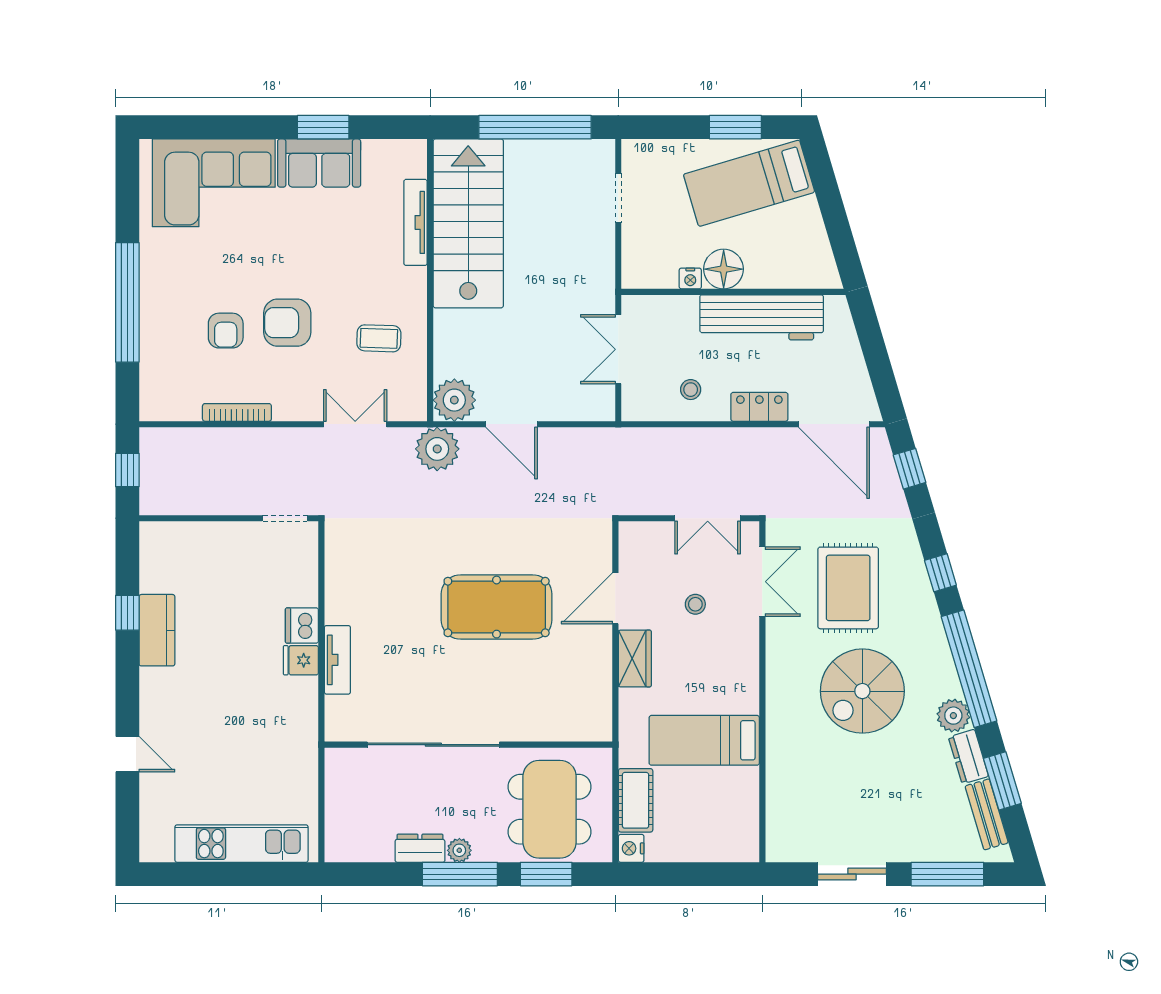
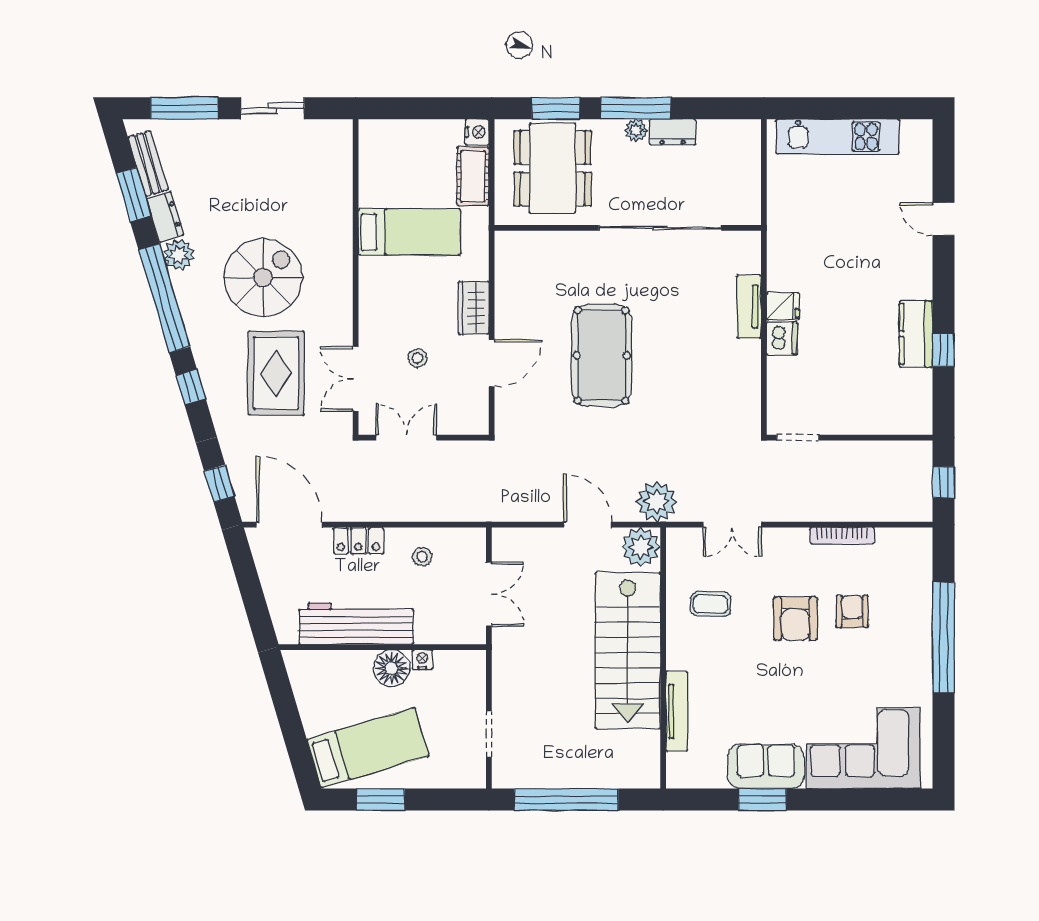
stairs: (468, 223) -> (628, 651), moved
armchair: (287, 323) -> (795, 619), turned 90
pool table: (497, 607) -> (602, 355), turned 90

